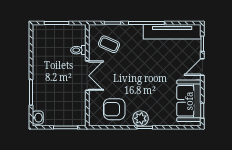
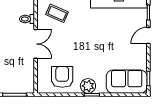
sofa: (189, 101) -> (127, 82), moved, turned 90
armchair: (114, 109) -> (62, 77), turned 90

